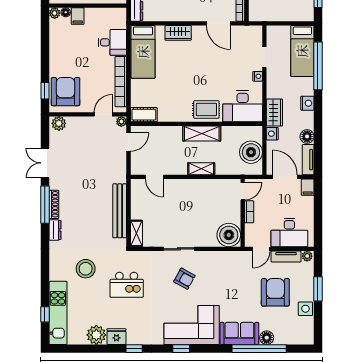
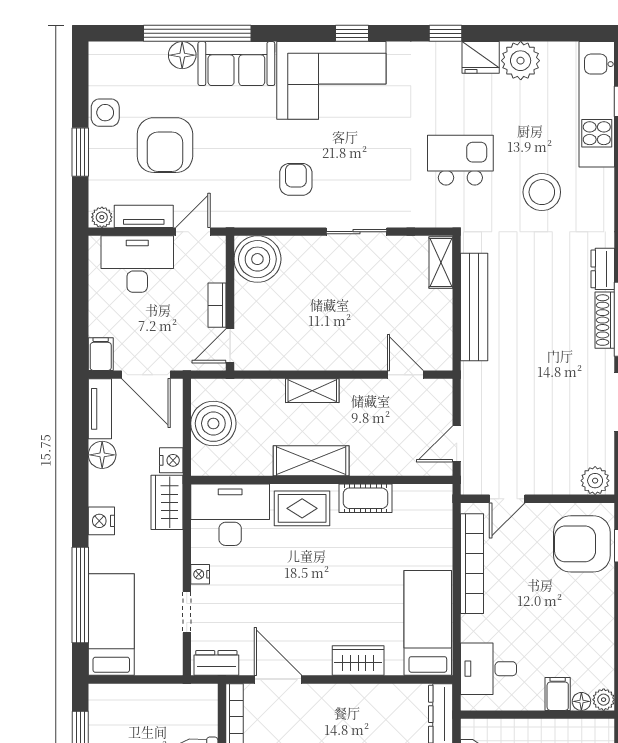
dresser: (249, 32) -> (216, 663), added
desk: (112, 42) -> (489, 669), moved
armchair: (66, 92) -> (582, 544), turned 90
cot: (144, 115) -> (366, 498), moved
plant: (121, 121) -> (471, 485), removed
armchair: (184, 279) -> (296, 179), moved, turned 61

